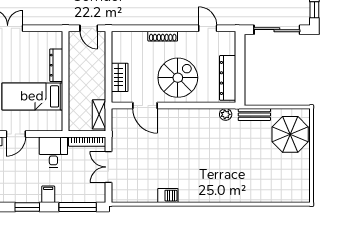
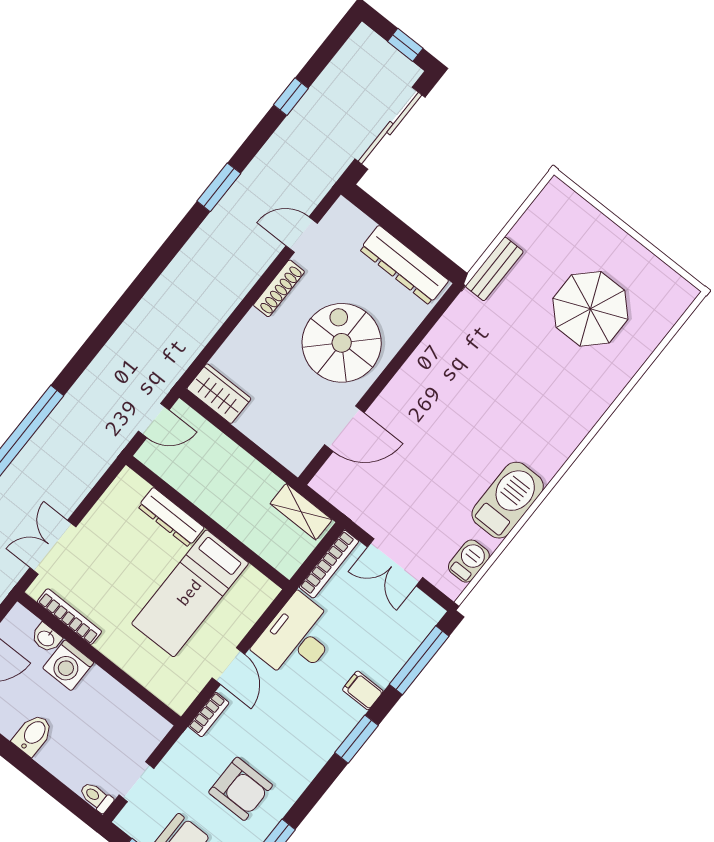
shoe rack: (163, 36) -> (279, 288), moved
wardrobe: (120, 77) -> (219, 394), moved
plant: (226, 114) -> (458, 314), removed
parasol: (290, 134) -> (590, 309), moved
desk: (53, 152) -> (297, 638), width x1.37
barbecue: (132, 196) -> (469, 561), added
barbecue: (168, 196) -> (508, 500), width x1.88, depth x1.53

